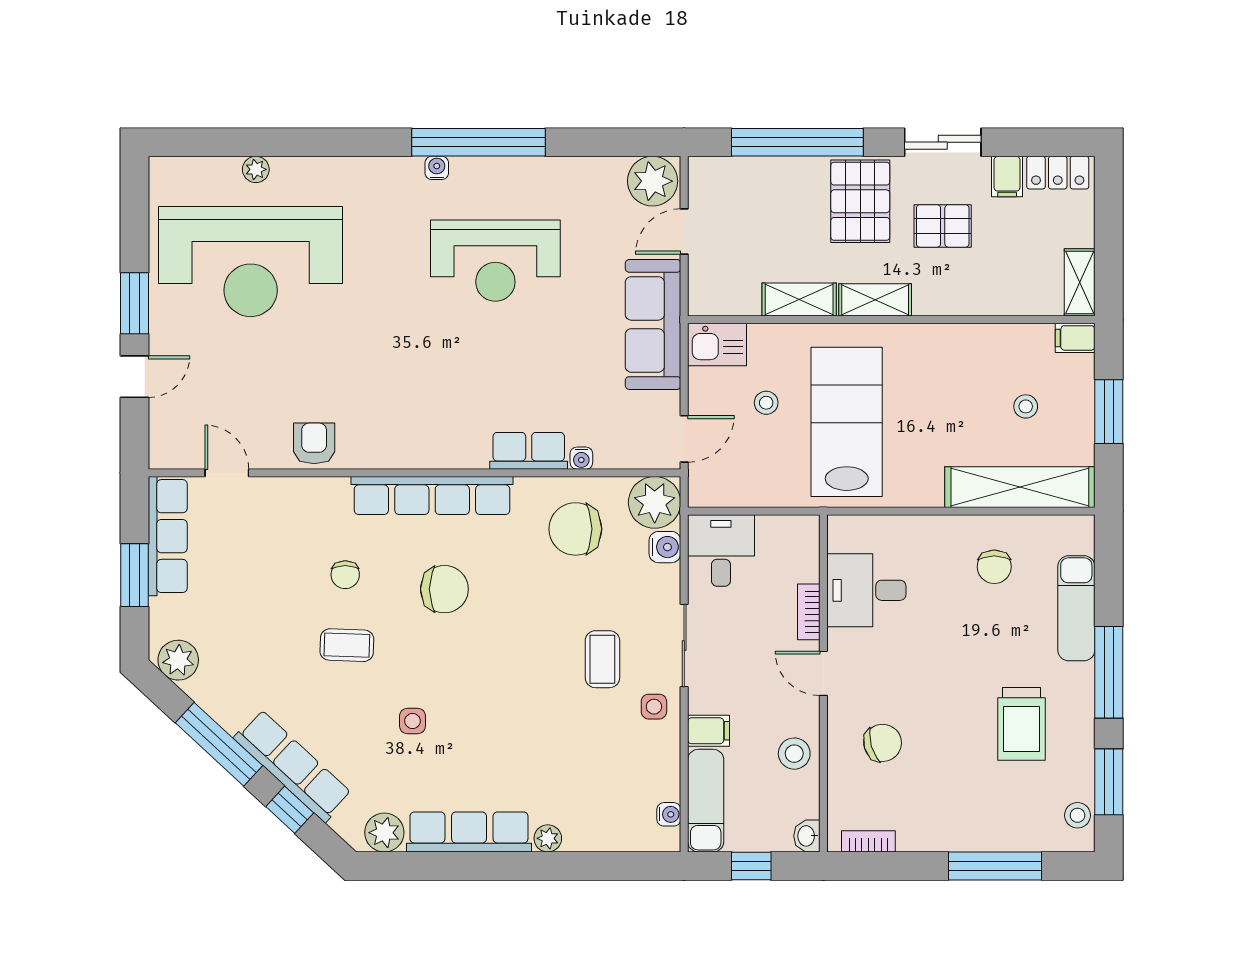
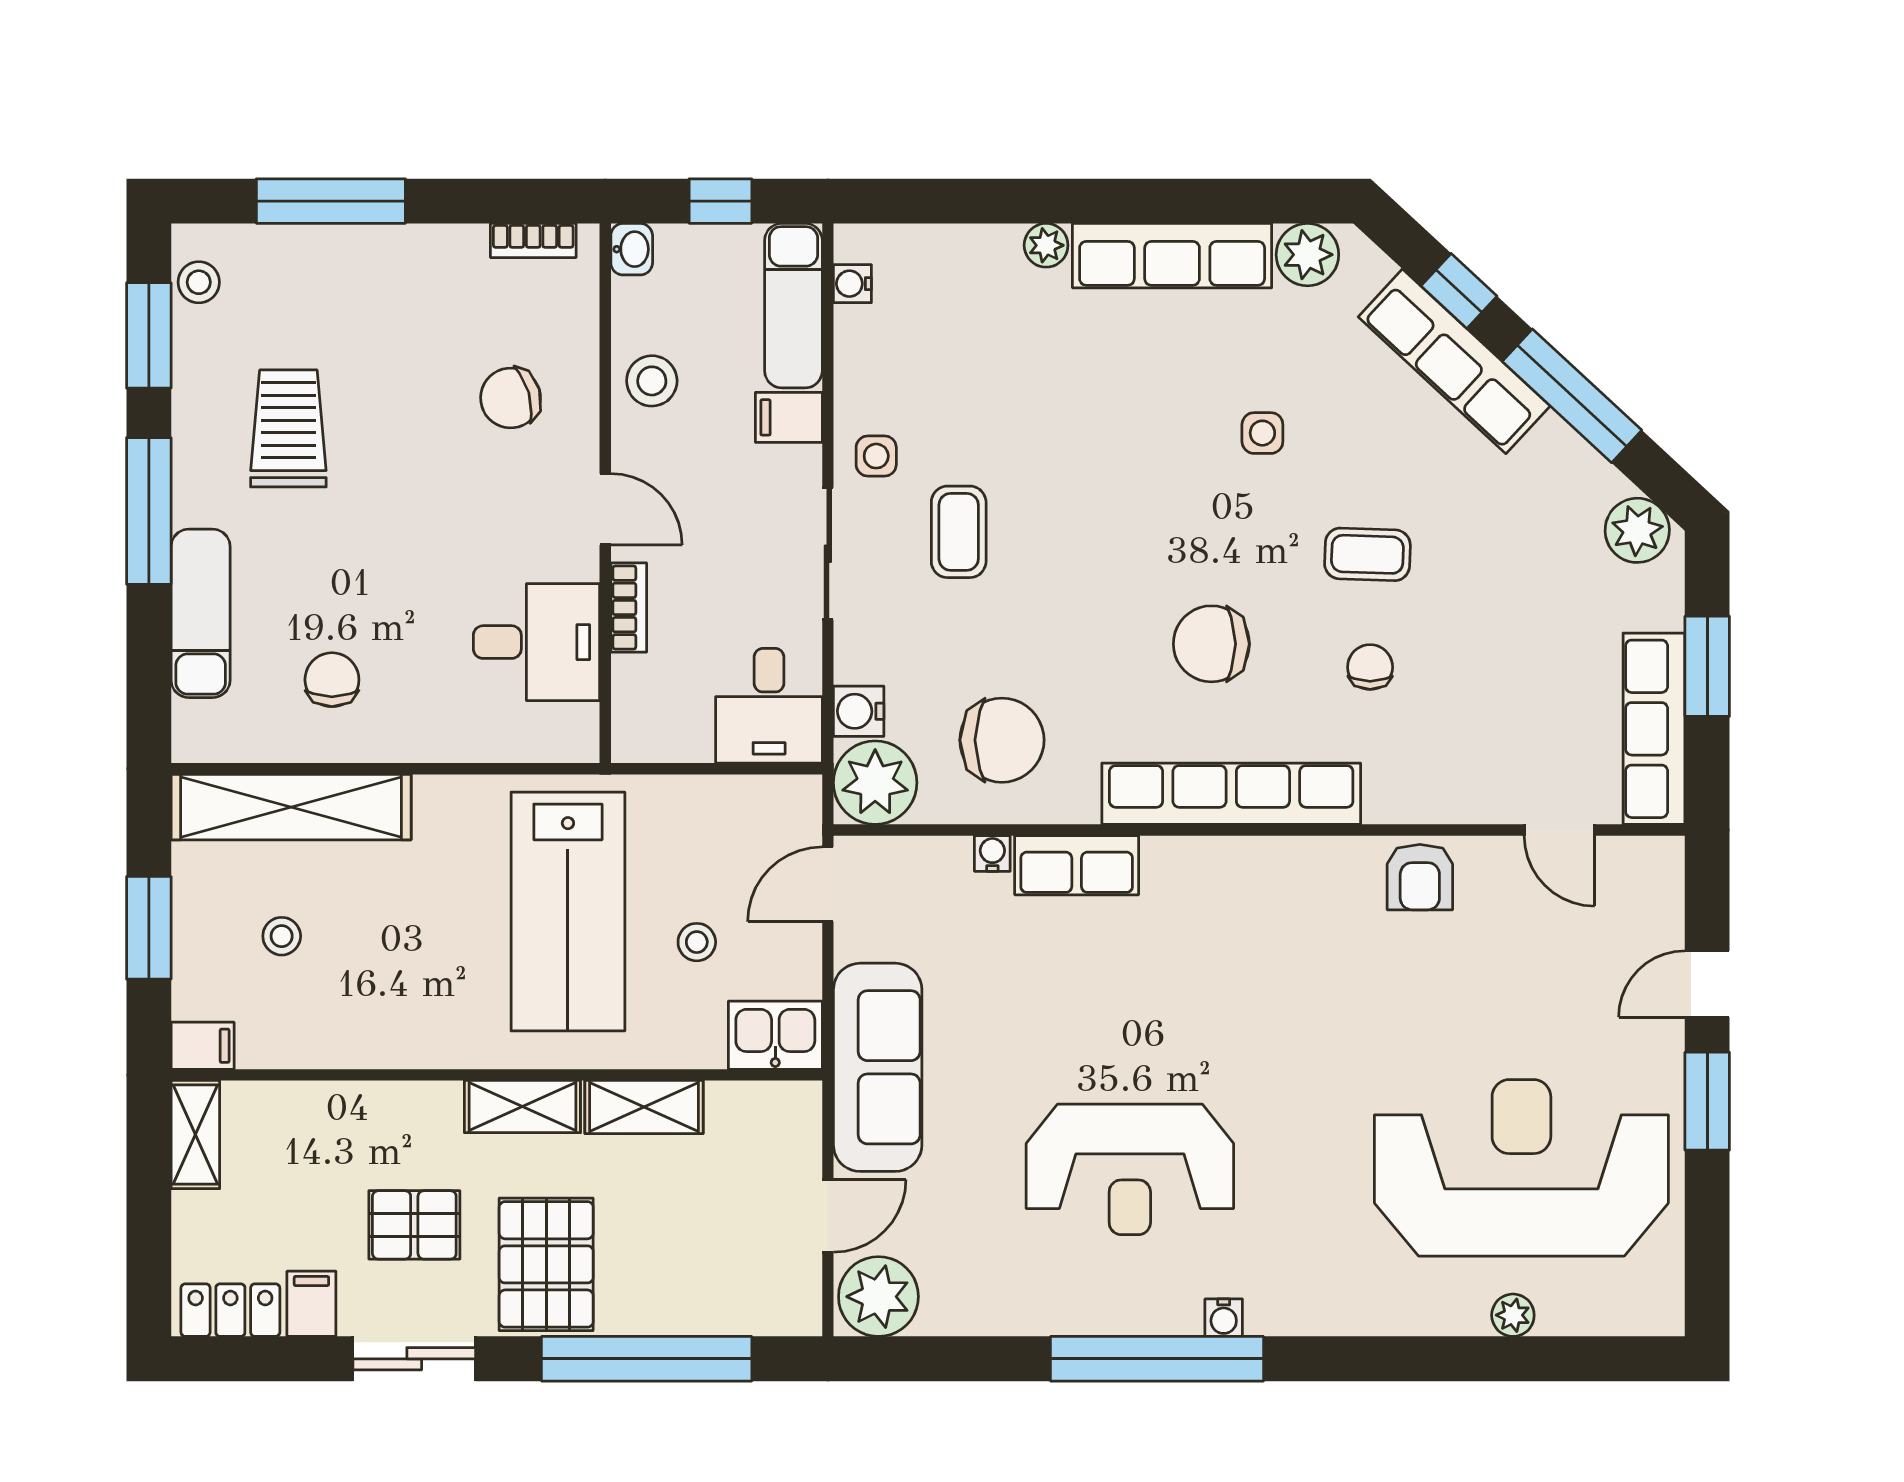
reception desk: (495, 261) -> (1130, 1169), turned 180

